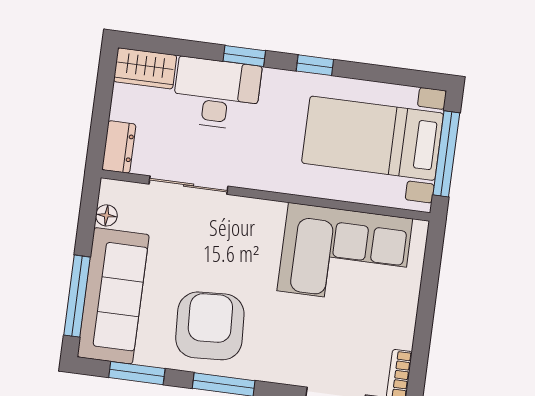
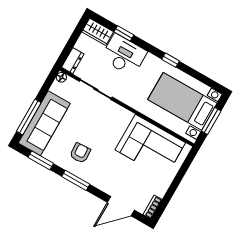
window: (244, 56) -> (124, 33), moved
window: (446, 154) -> (211, 121), width x0.69
floor lamp: (106, 215) -> (61, 77), moved
armchair: (210, 326) -> (80, 153), width x0.53, depth x0.53

